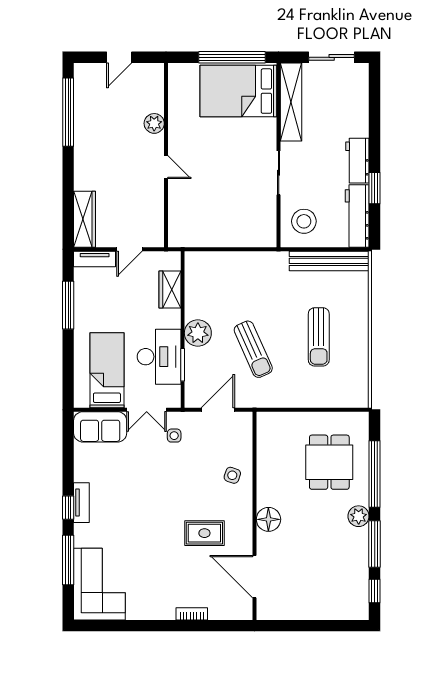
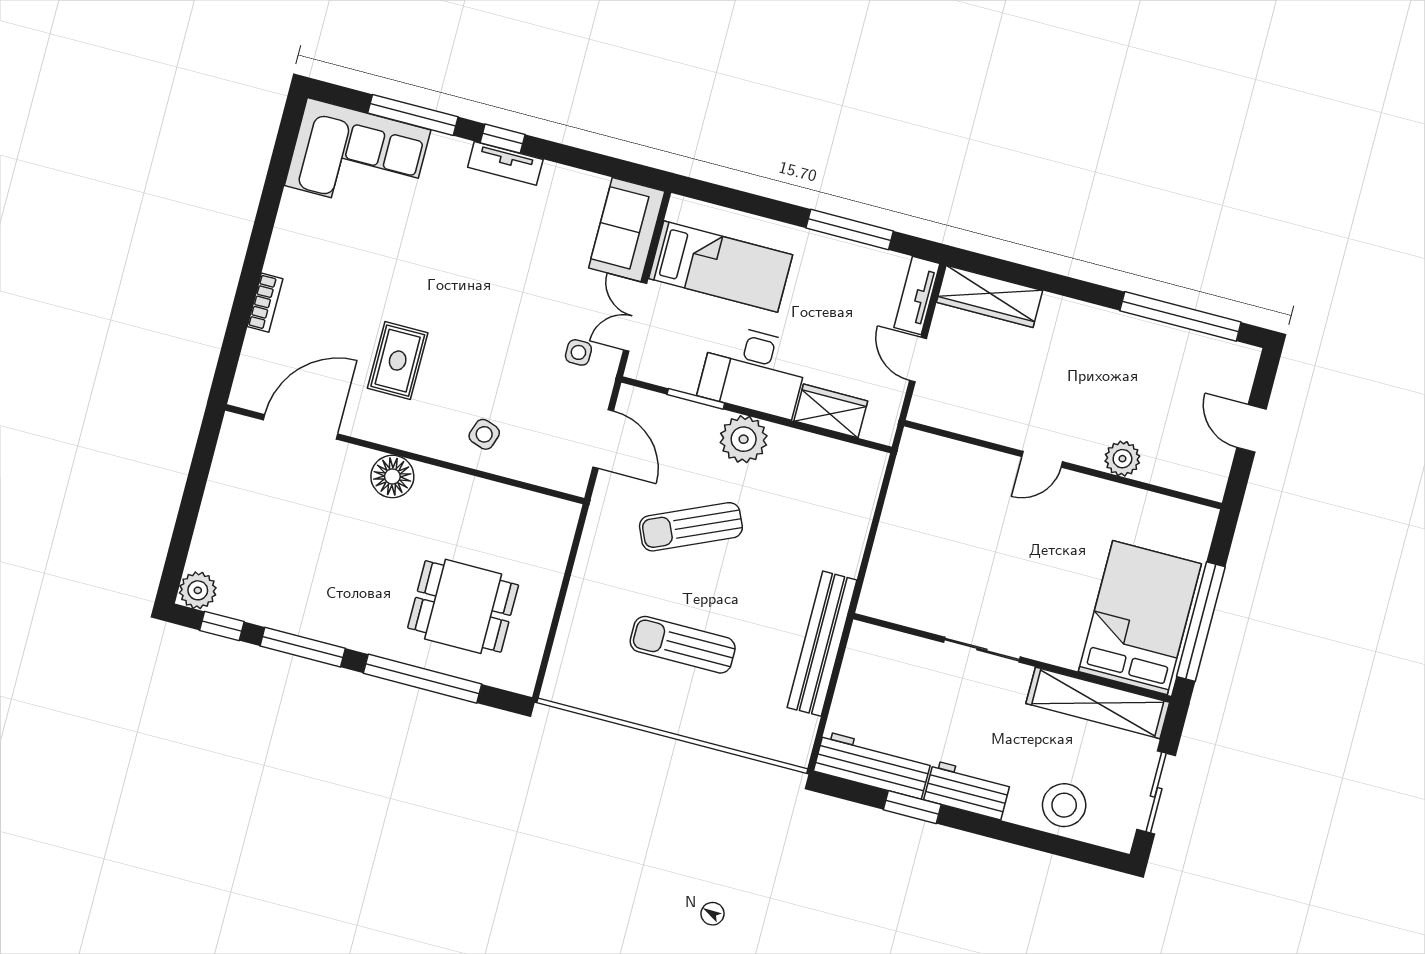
stool: (304, 221) -> (1064, 805), moved
bench: (329, 261) -> (822, 644), moved
desk: (159, 357) -> (754, 371), moved
plant: (359, 516) -> (198, 590), moved

